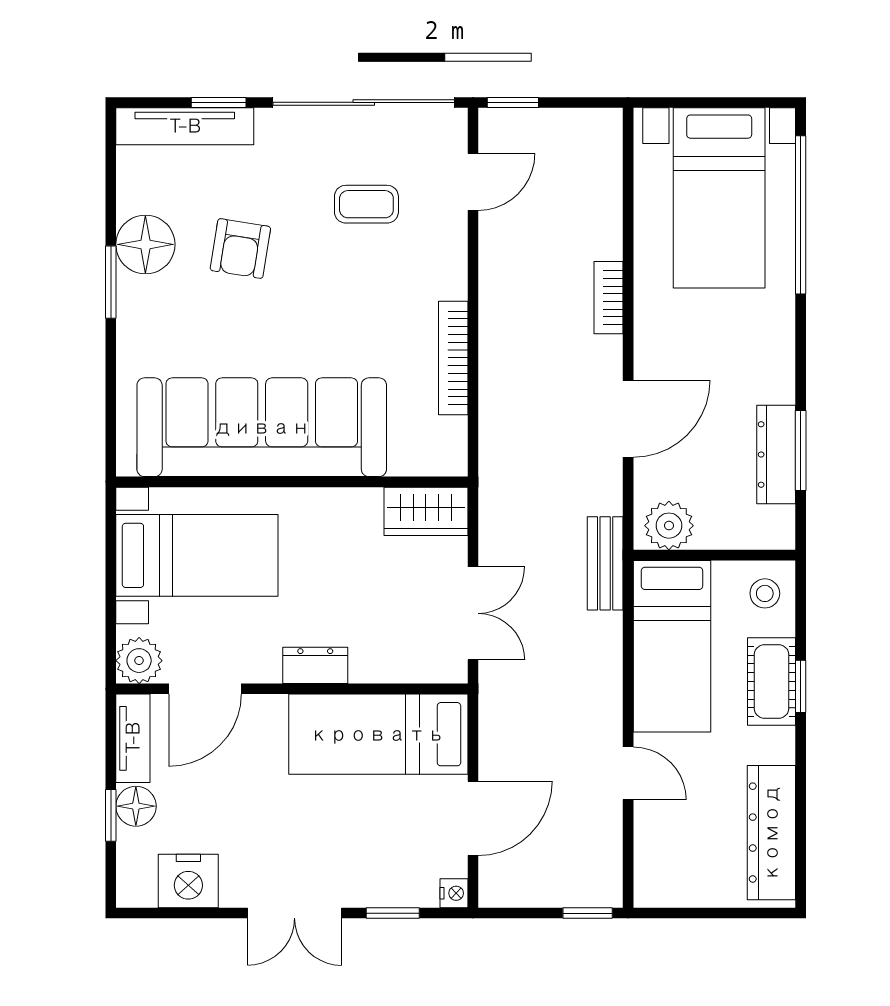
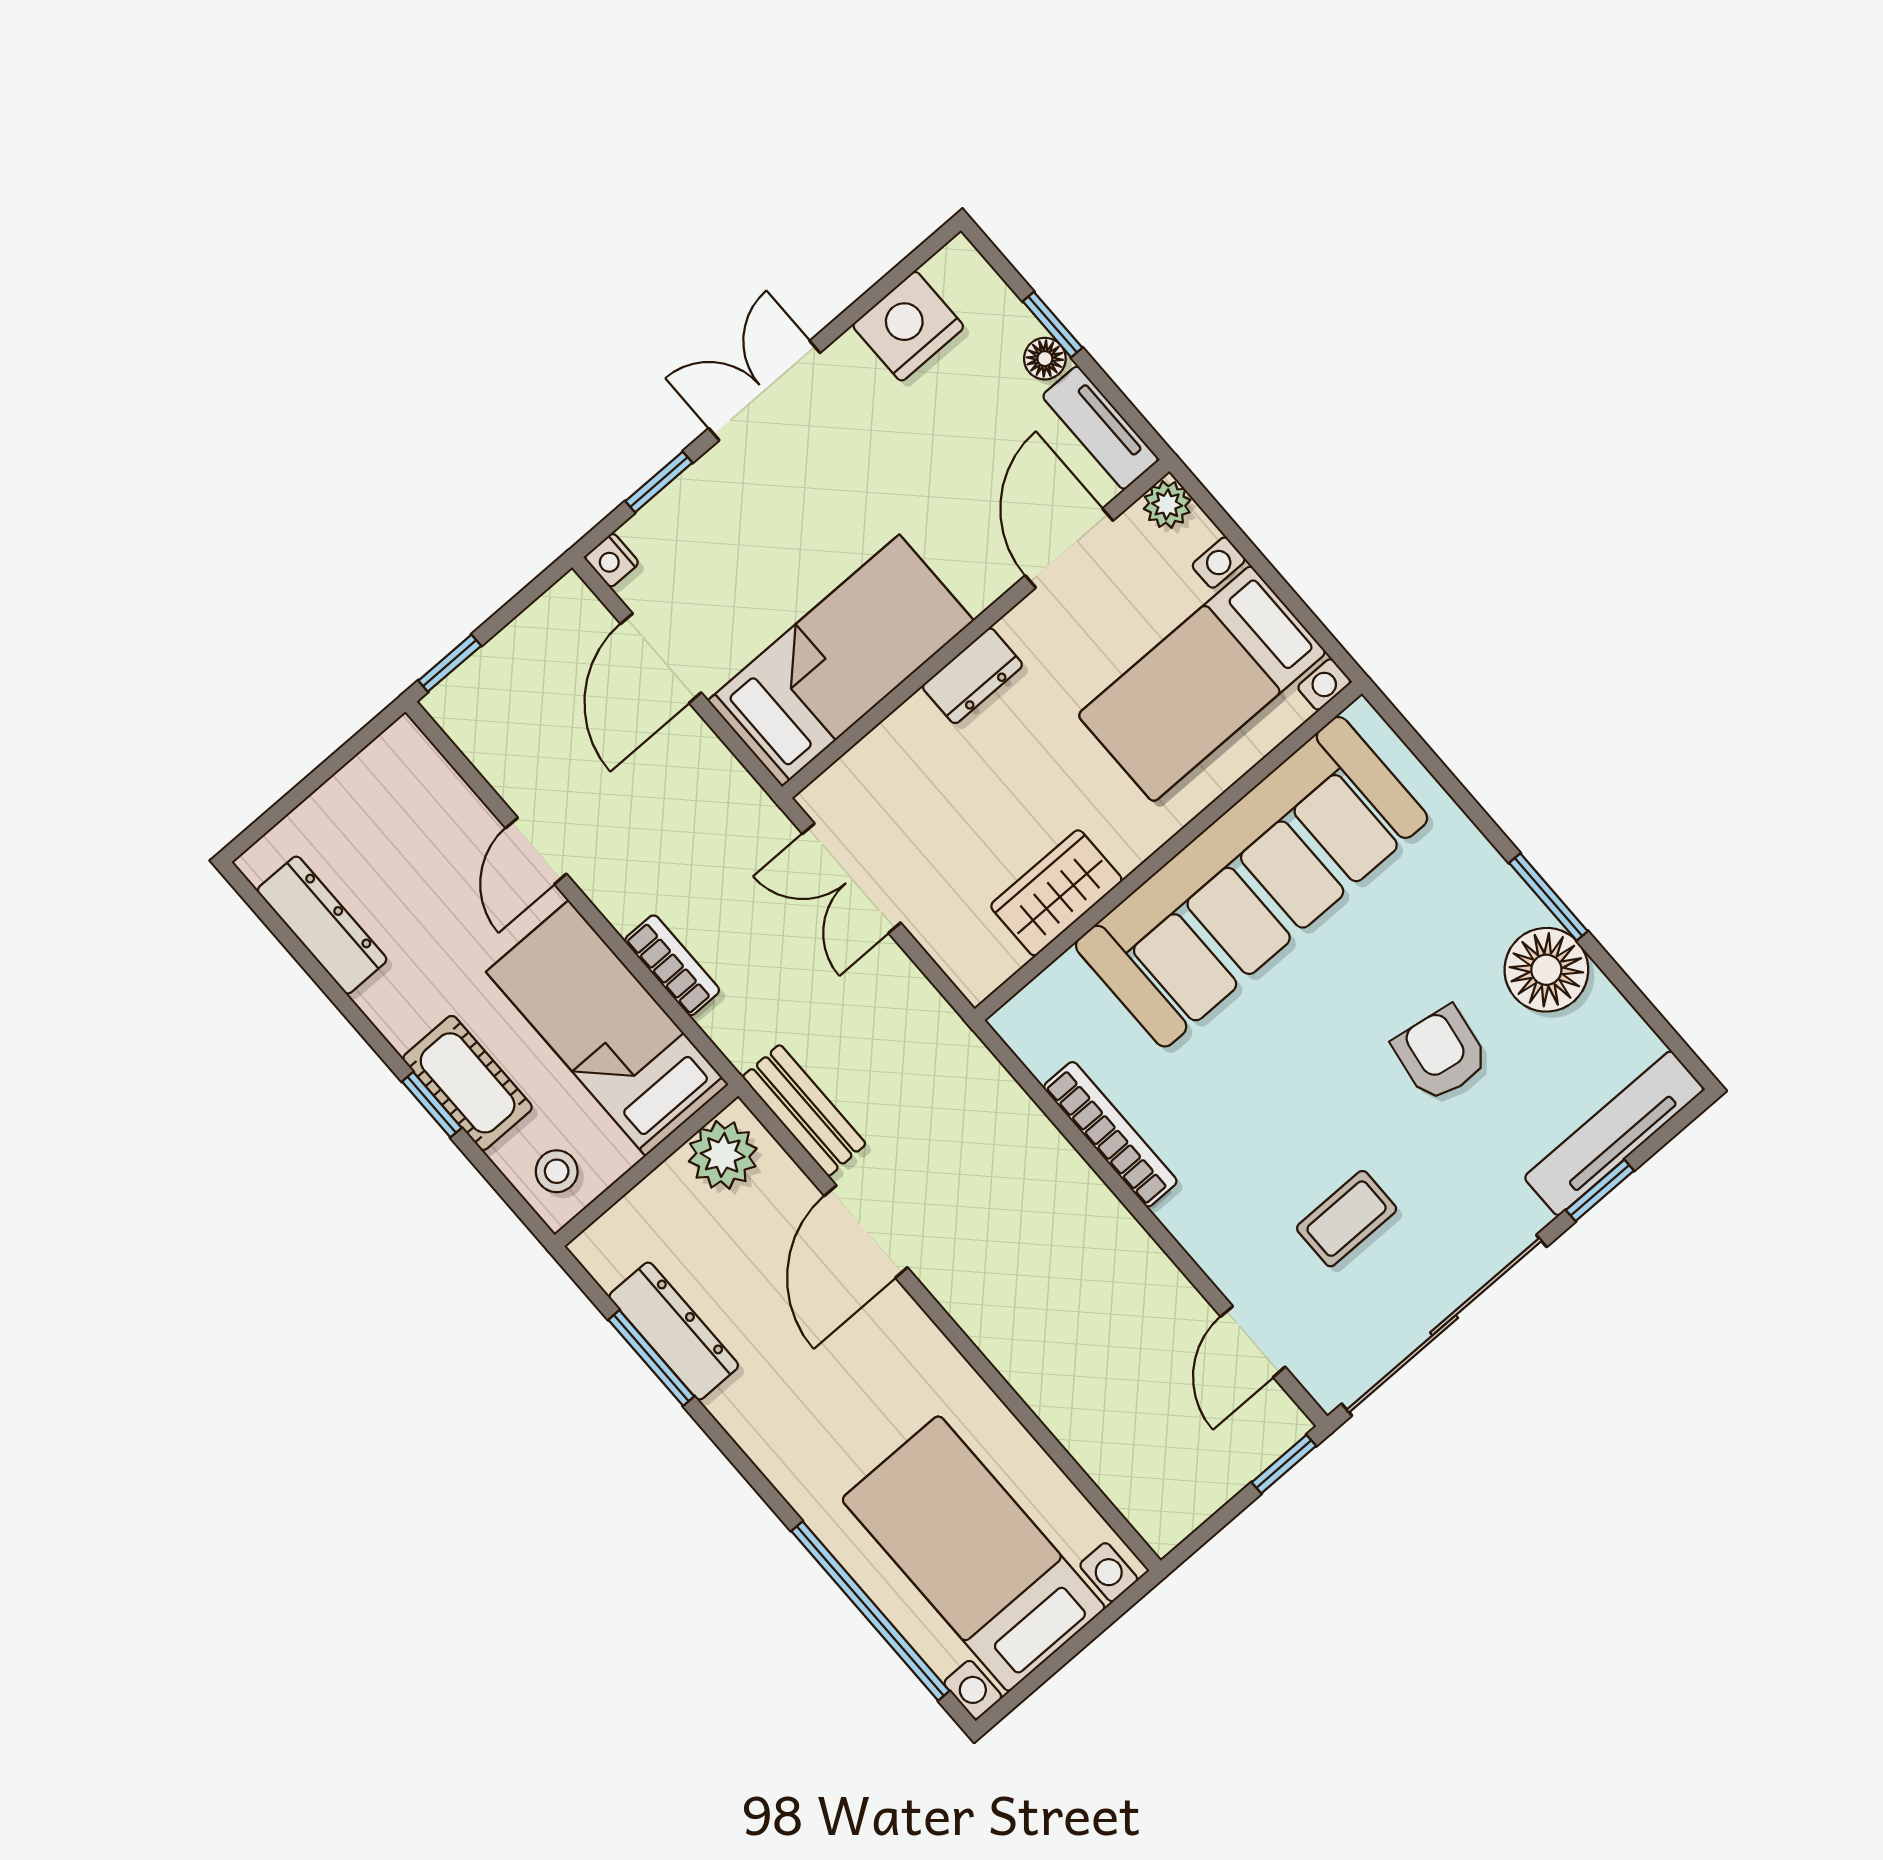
bookcase: (608, 298) -> (672, 965), moved
wardrobe: (426, 511) -> (1056, 893), moved
bench: (605, 563) -> (804, 1110), moved
plant: (139, 661) -> (1167, 504), width x0.73, depth x0.73
door: (628, 773) -> (536, 851), hinge flipped
floor lamp: (136, 806) -> (1045, 359), width x0.73, depth x0.73
dresser: (771, 833) -> (322, 925), width x0.73, depth x0.80

